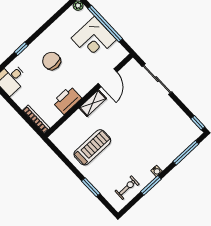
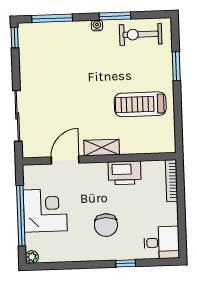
exercise bike: (127, 188) -> (141, 34), width x1.38, depth x1.39

